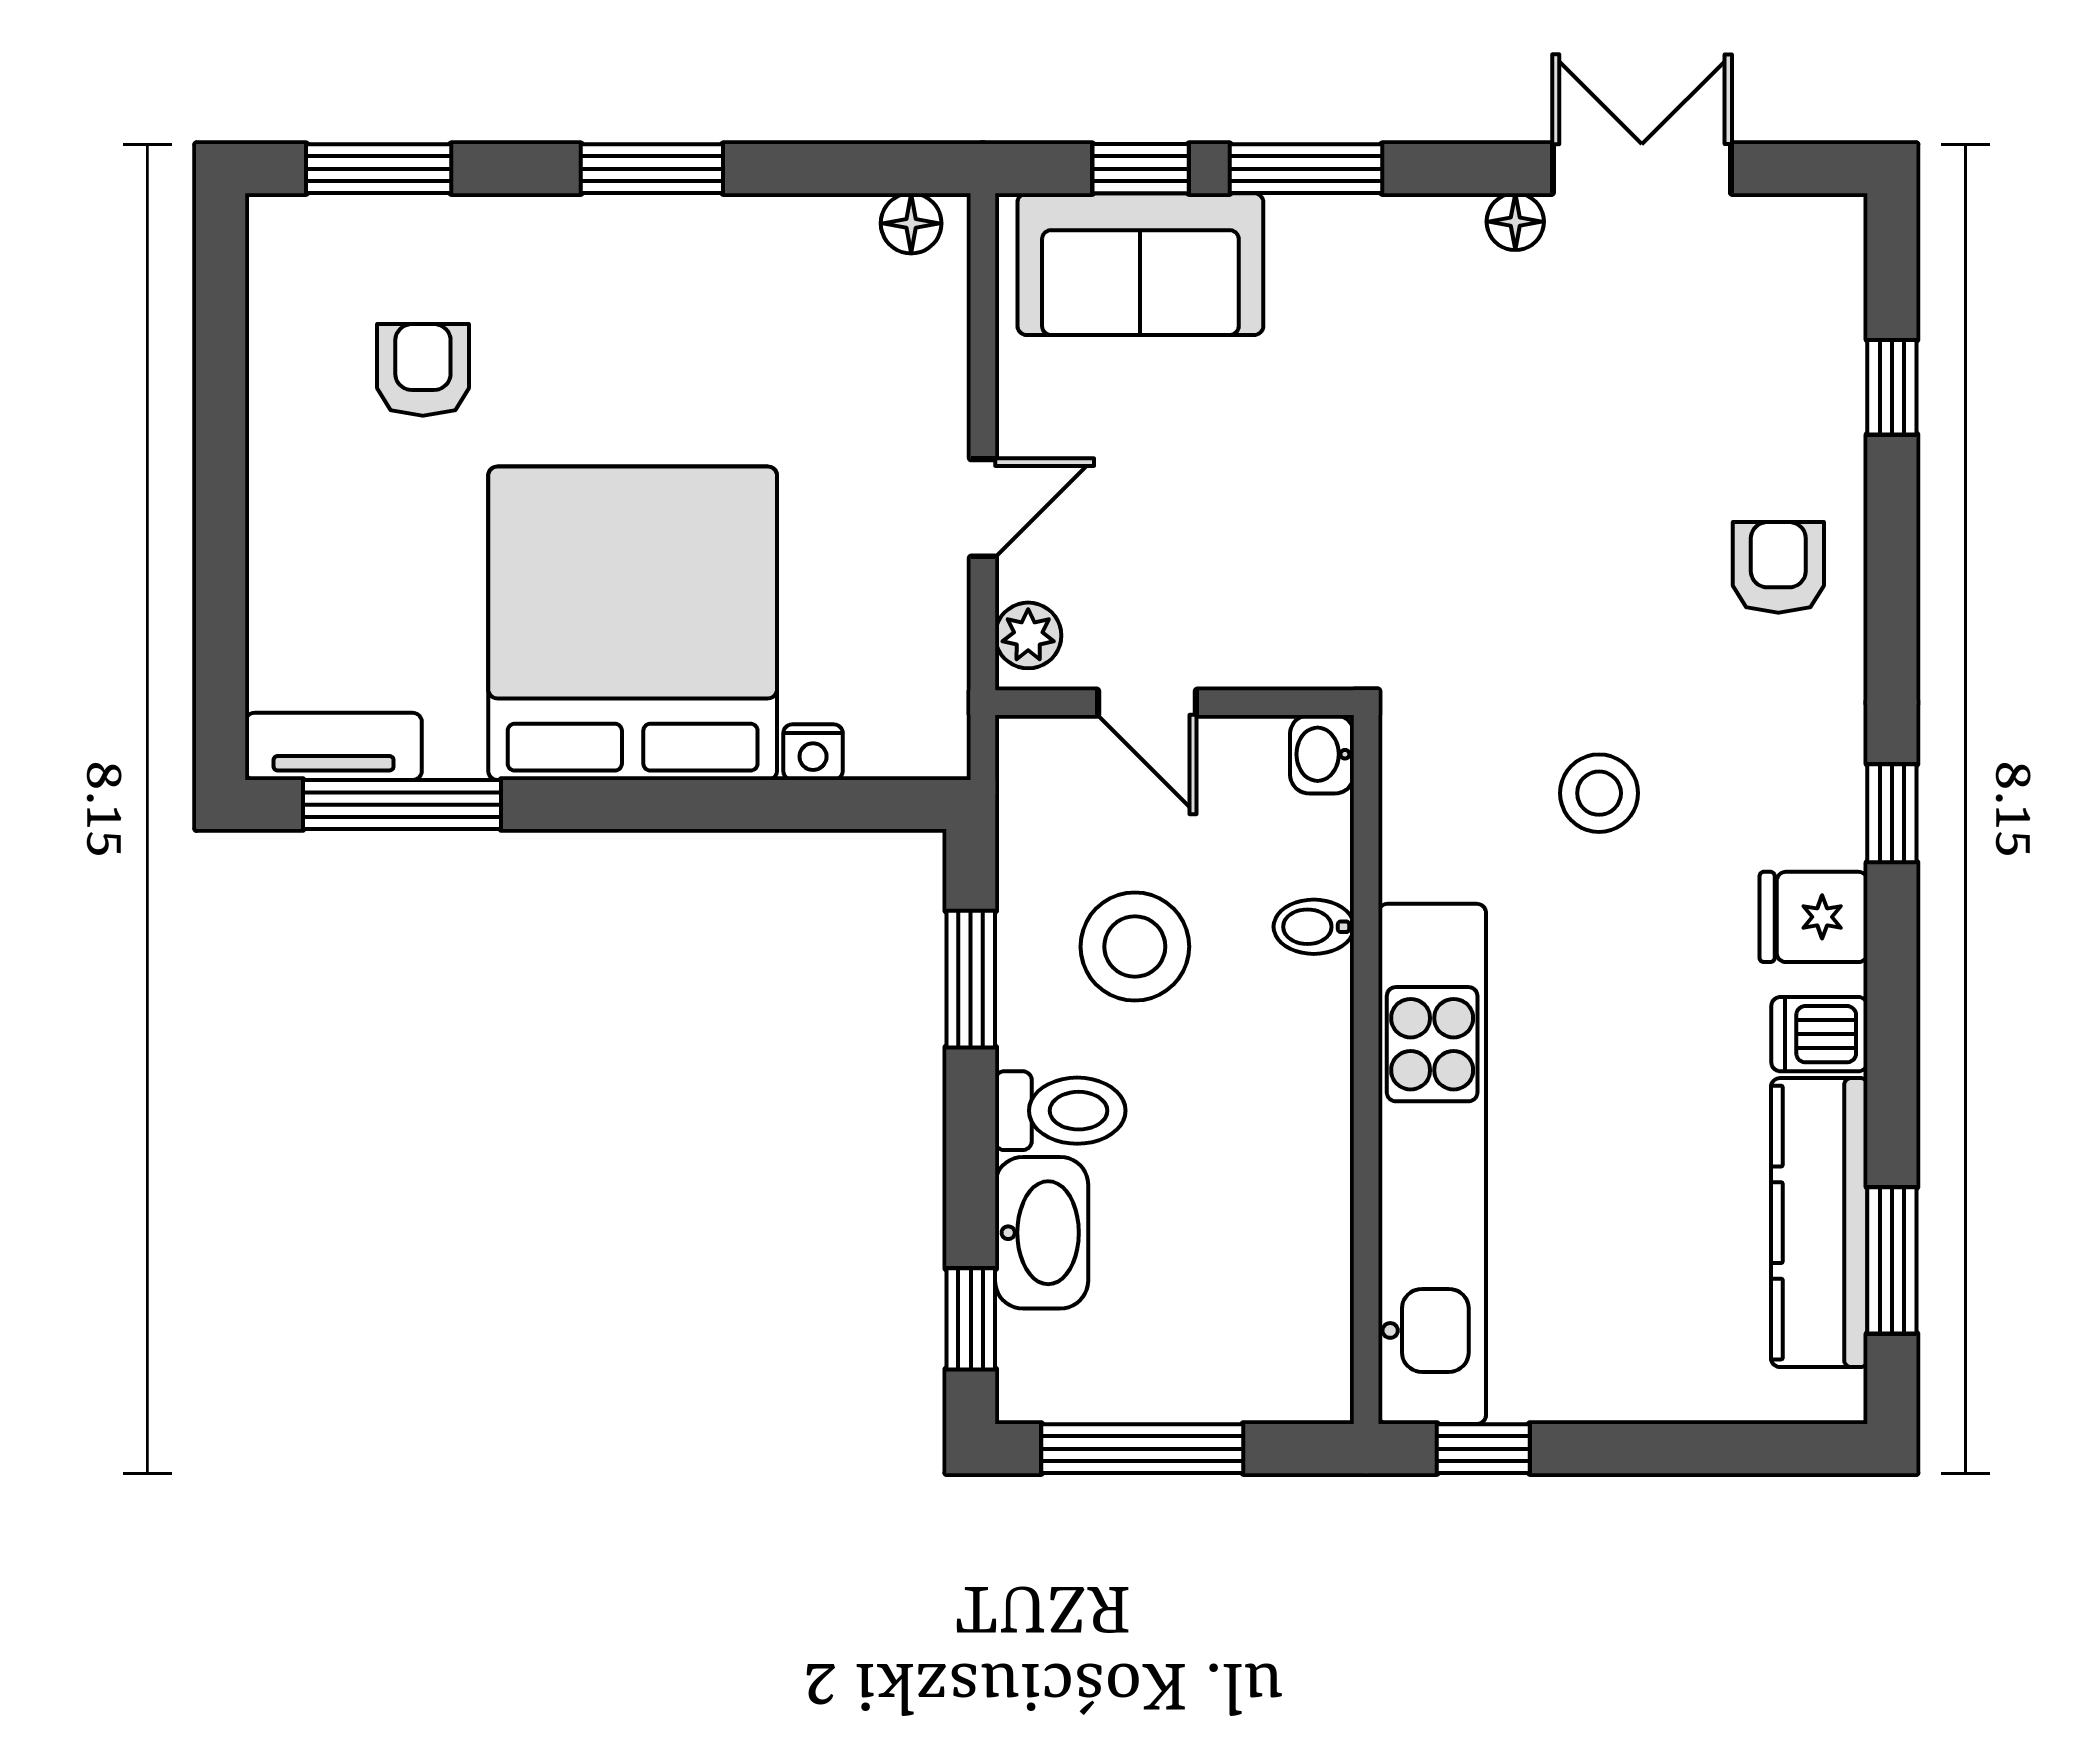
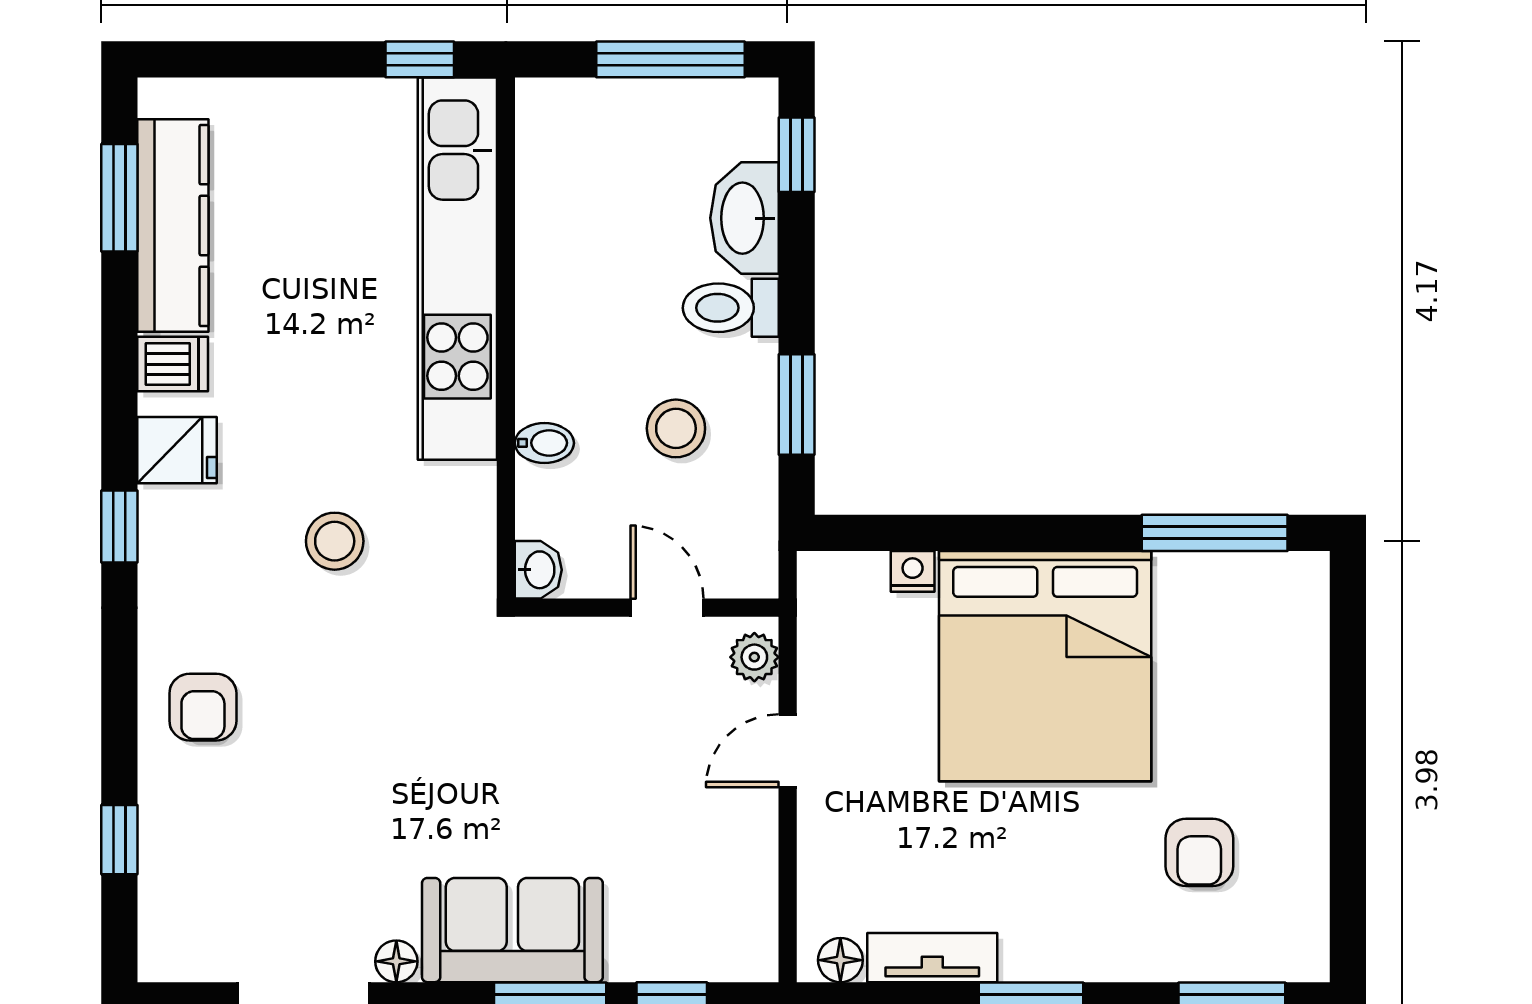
sofa: (1140, 264) -> (512, 930), moved
tv unit: (334, 746) -> (932, 958), moved, turned 180
stool: (1135, 947) -> (676, 428), width x0.73, depth x0.73

